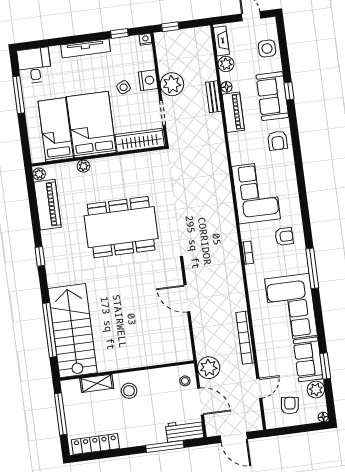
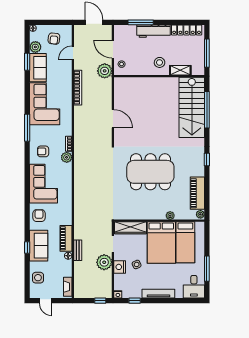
plant: (226, 64) -> (67, 157), moved
corner sofa: (256, 193) -> (44, 184), moved, turned 180
workbench: (185, 431) -> (154, 31), moved, width x1.38

